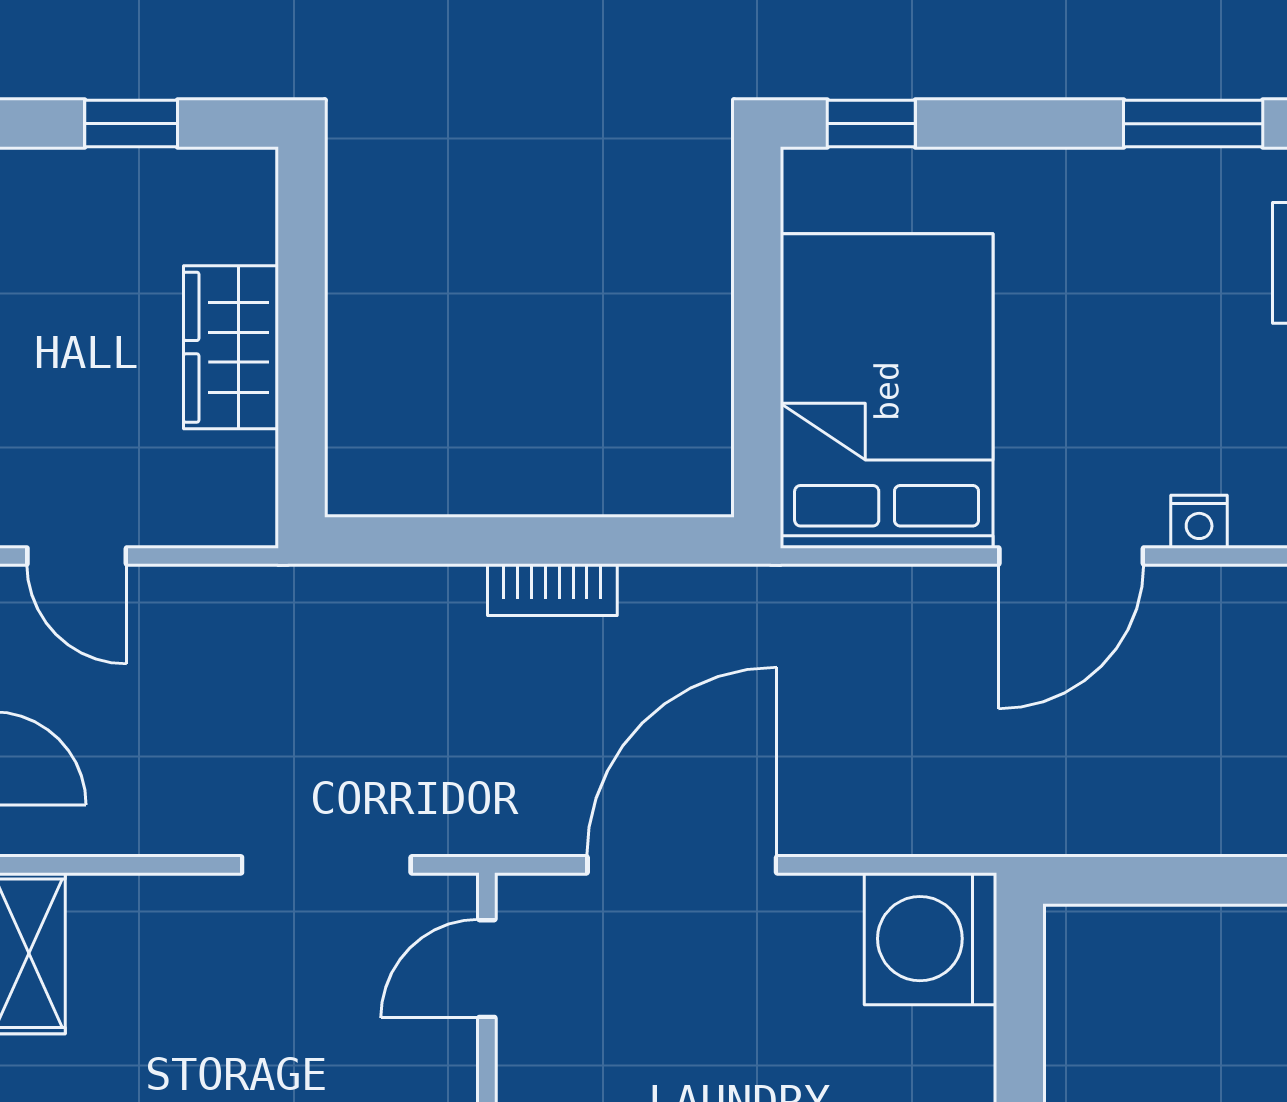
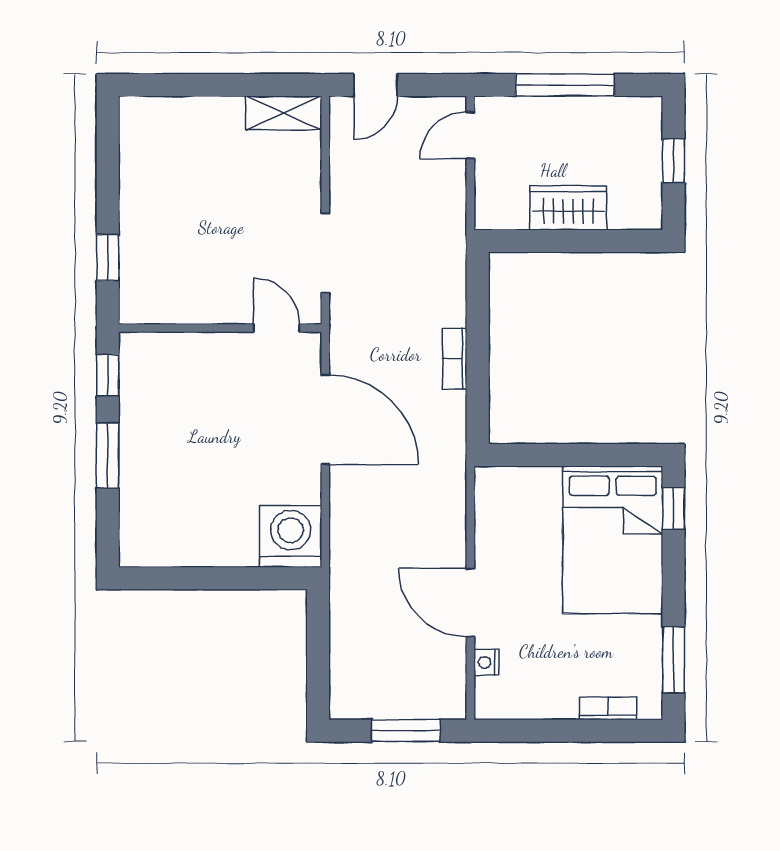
bed: (887, 391) -> (613, 540), moved, turned 90

